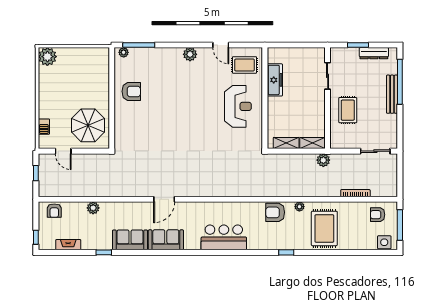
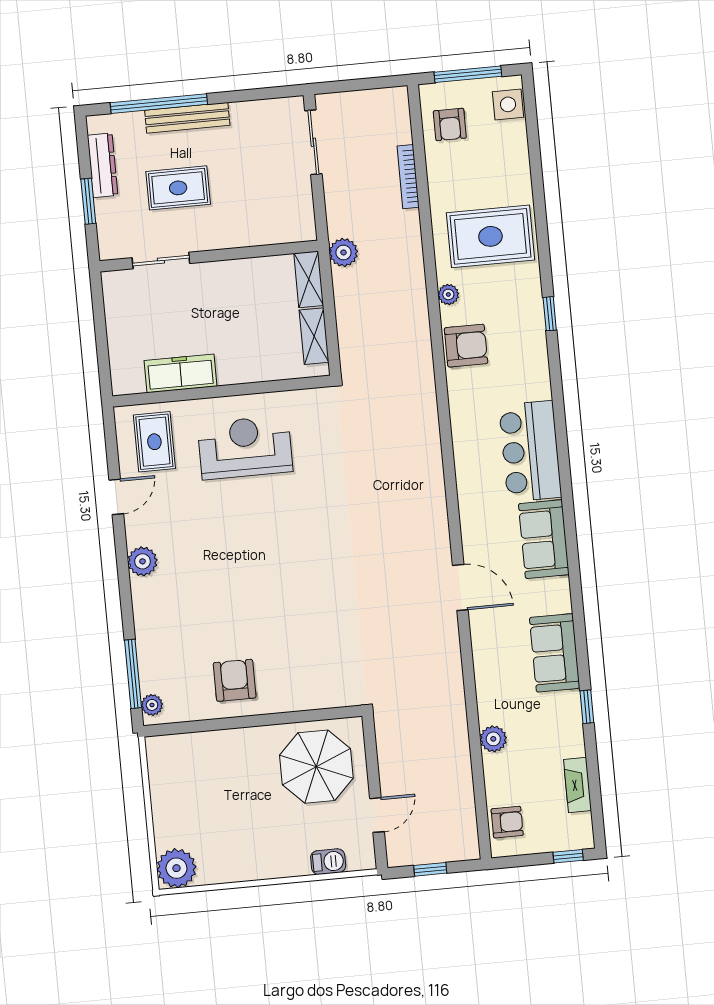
rug: (348, 110) -> (178, 188), moved
armchair: (275, 212) -> (466, 346), turned -90
sofa: (166, 240) -> (544, 539), moved

